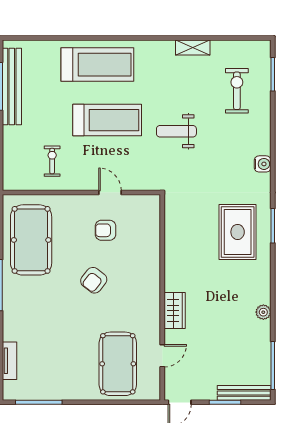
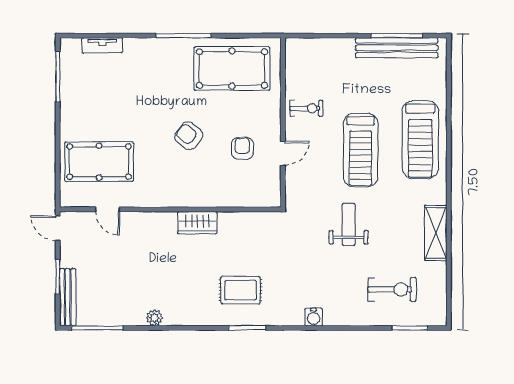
shelving: (193, 48) -> (436, 233), width x1.50, depth x1.33
exercise bike: (52, 161) -> (306, 108), moved
rug: (238, 232) -> (241, 290), width x0.73, depth x0.70
wardrobe: (175, 311) -> (197, 223), moved

